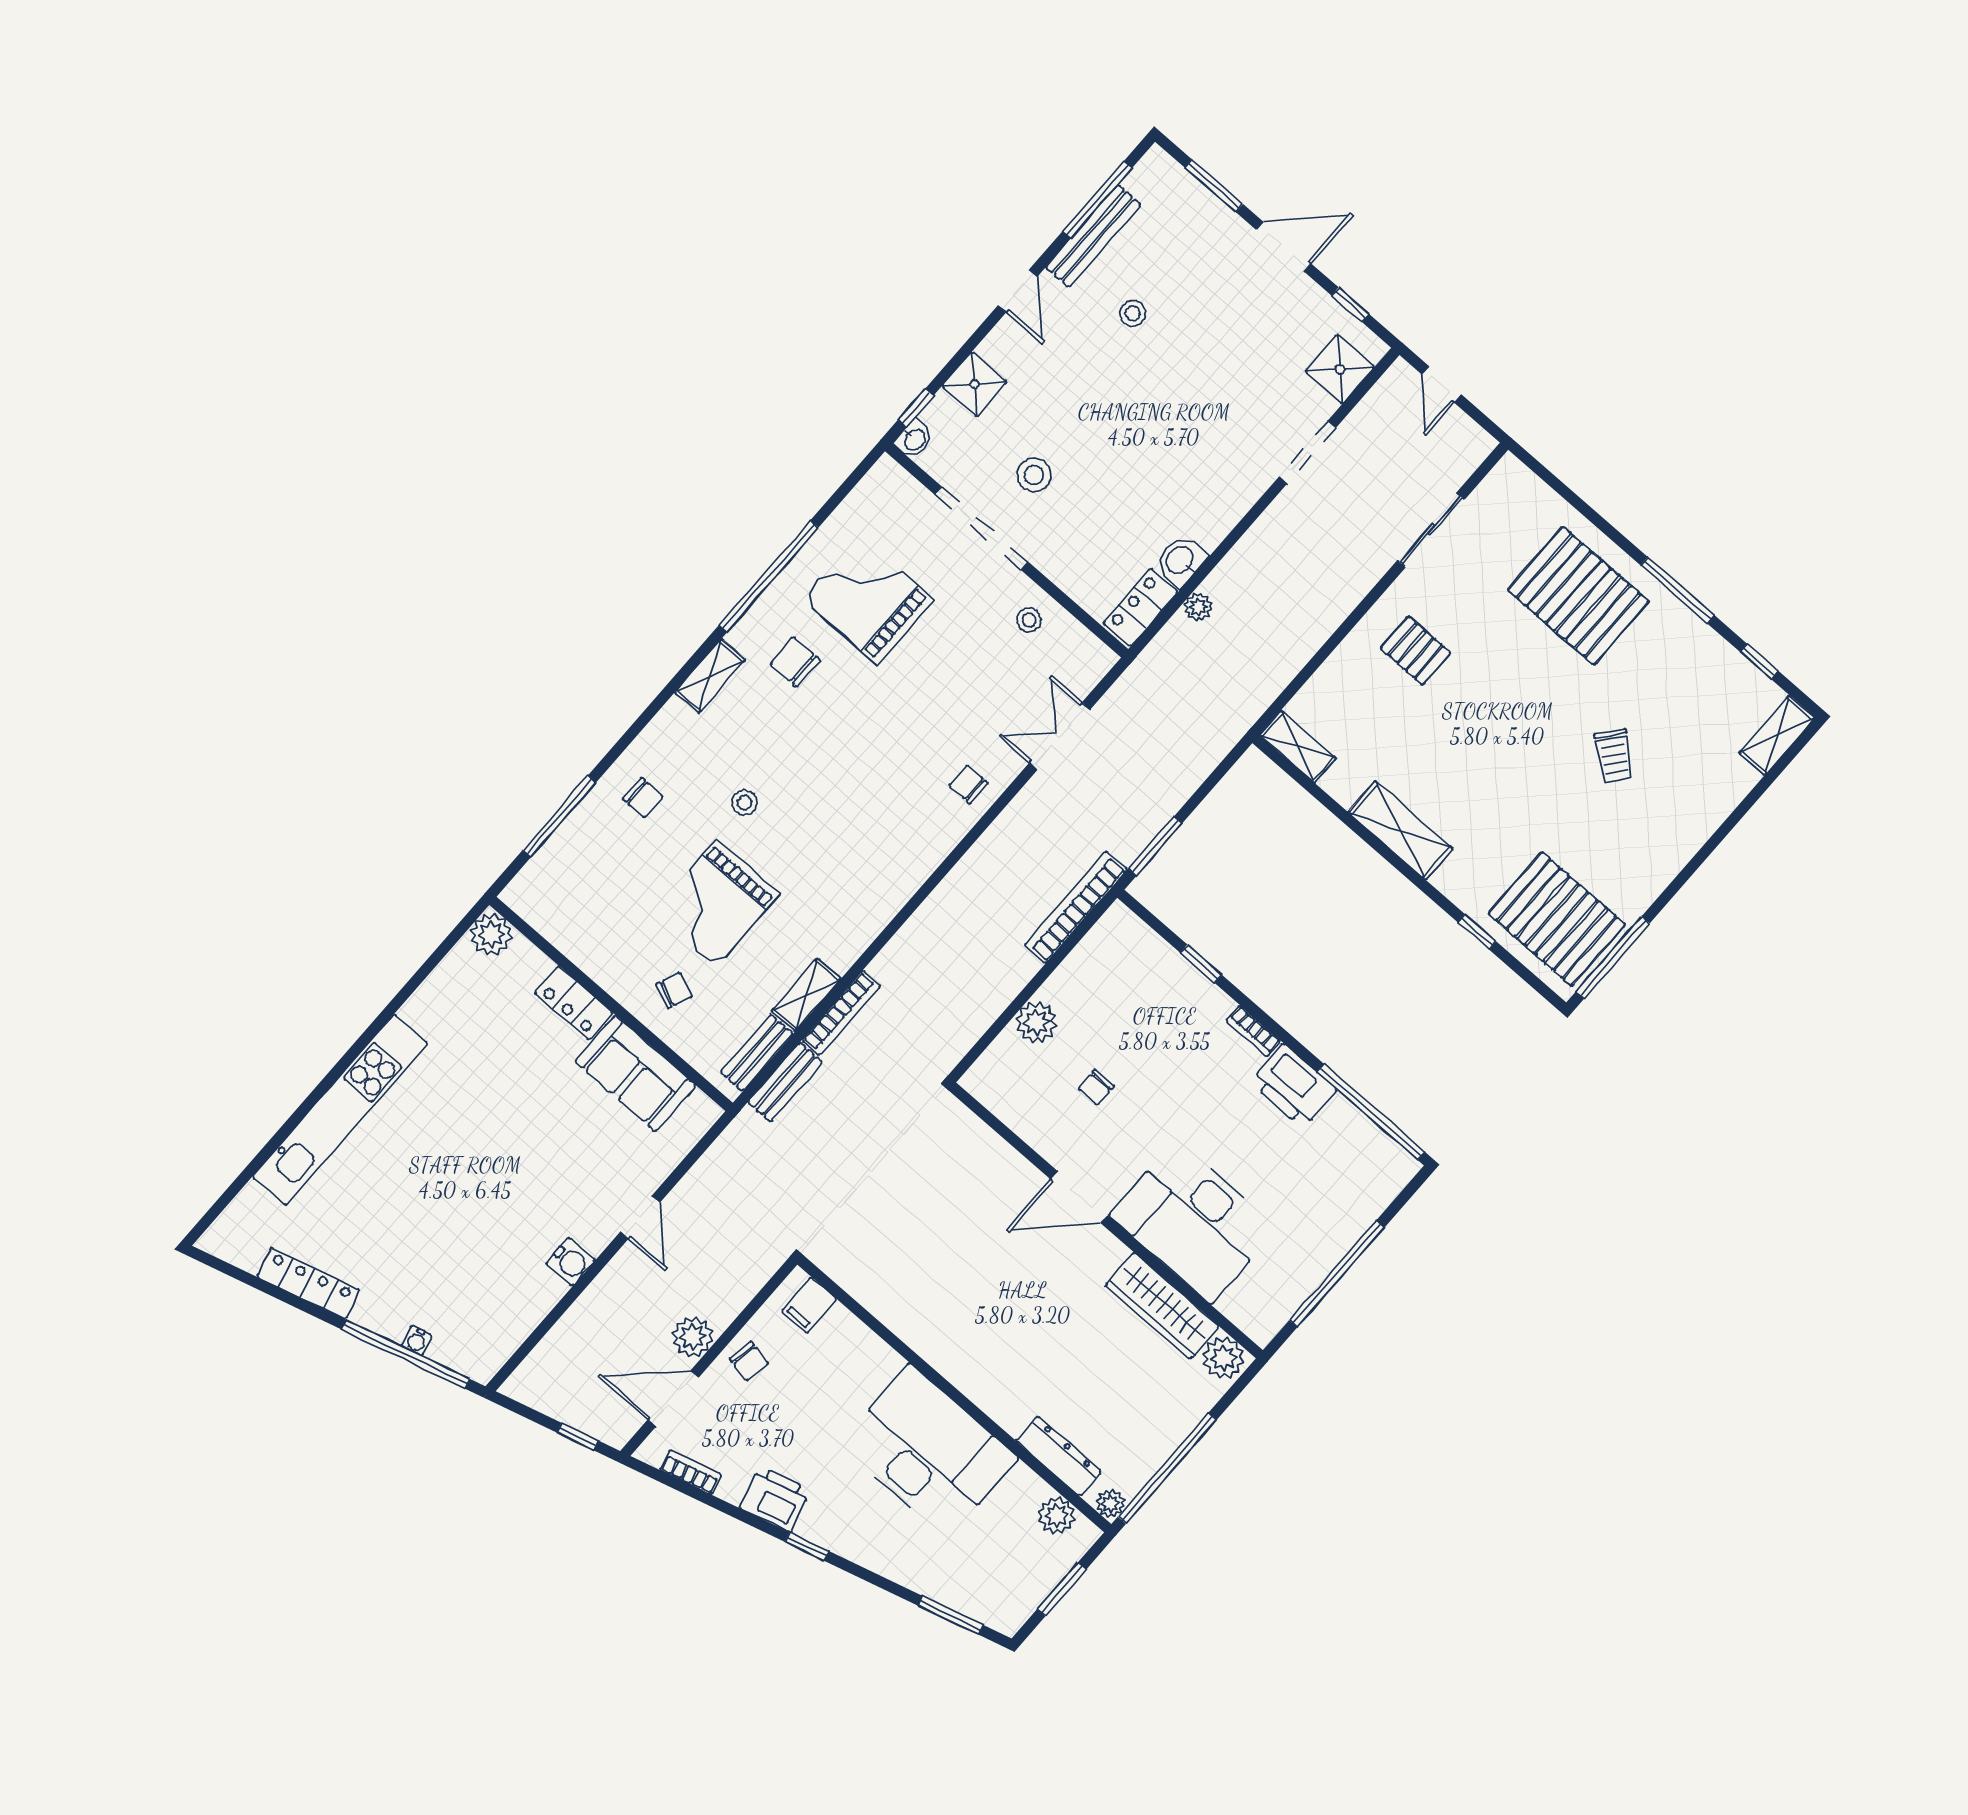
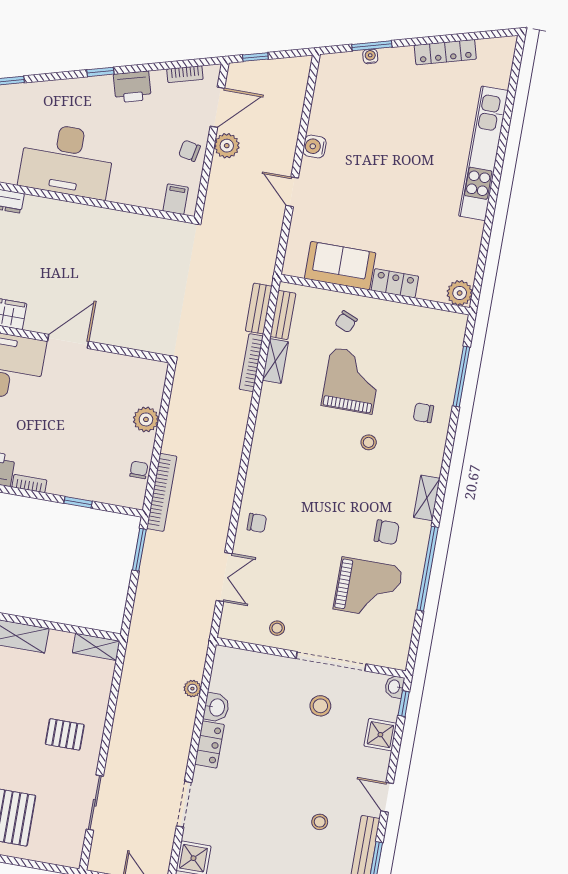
locker: (1140, 607) -> (209, 744), moved
chair: (1096, 1087) -> (139, 470), moved
window: (405, 1354) -> (372, 46), width x0.47

